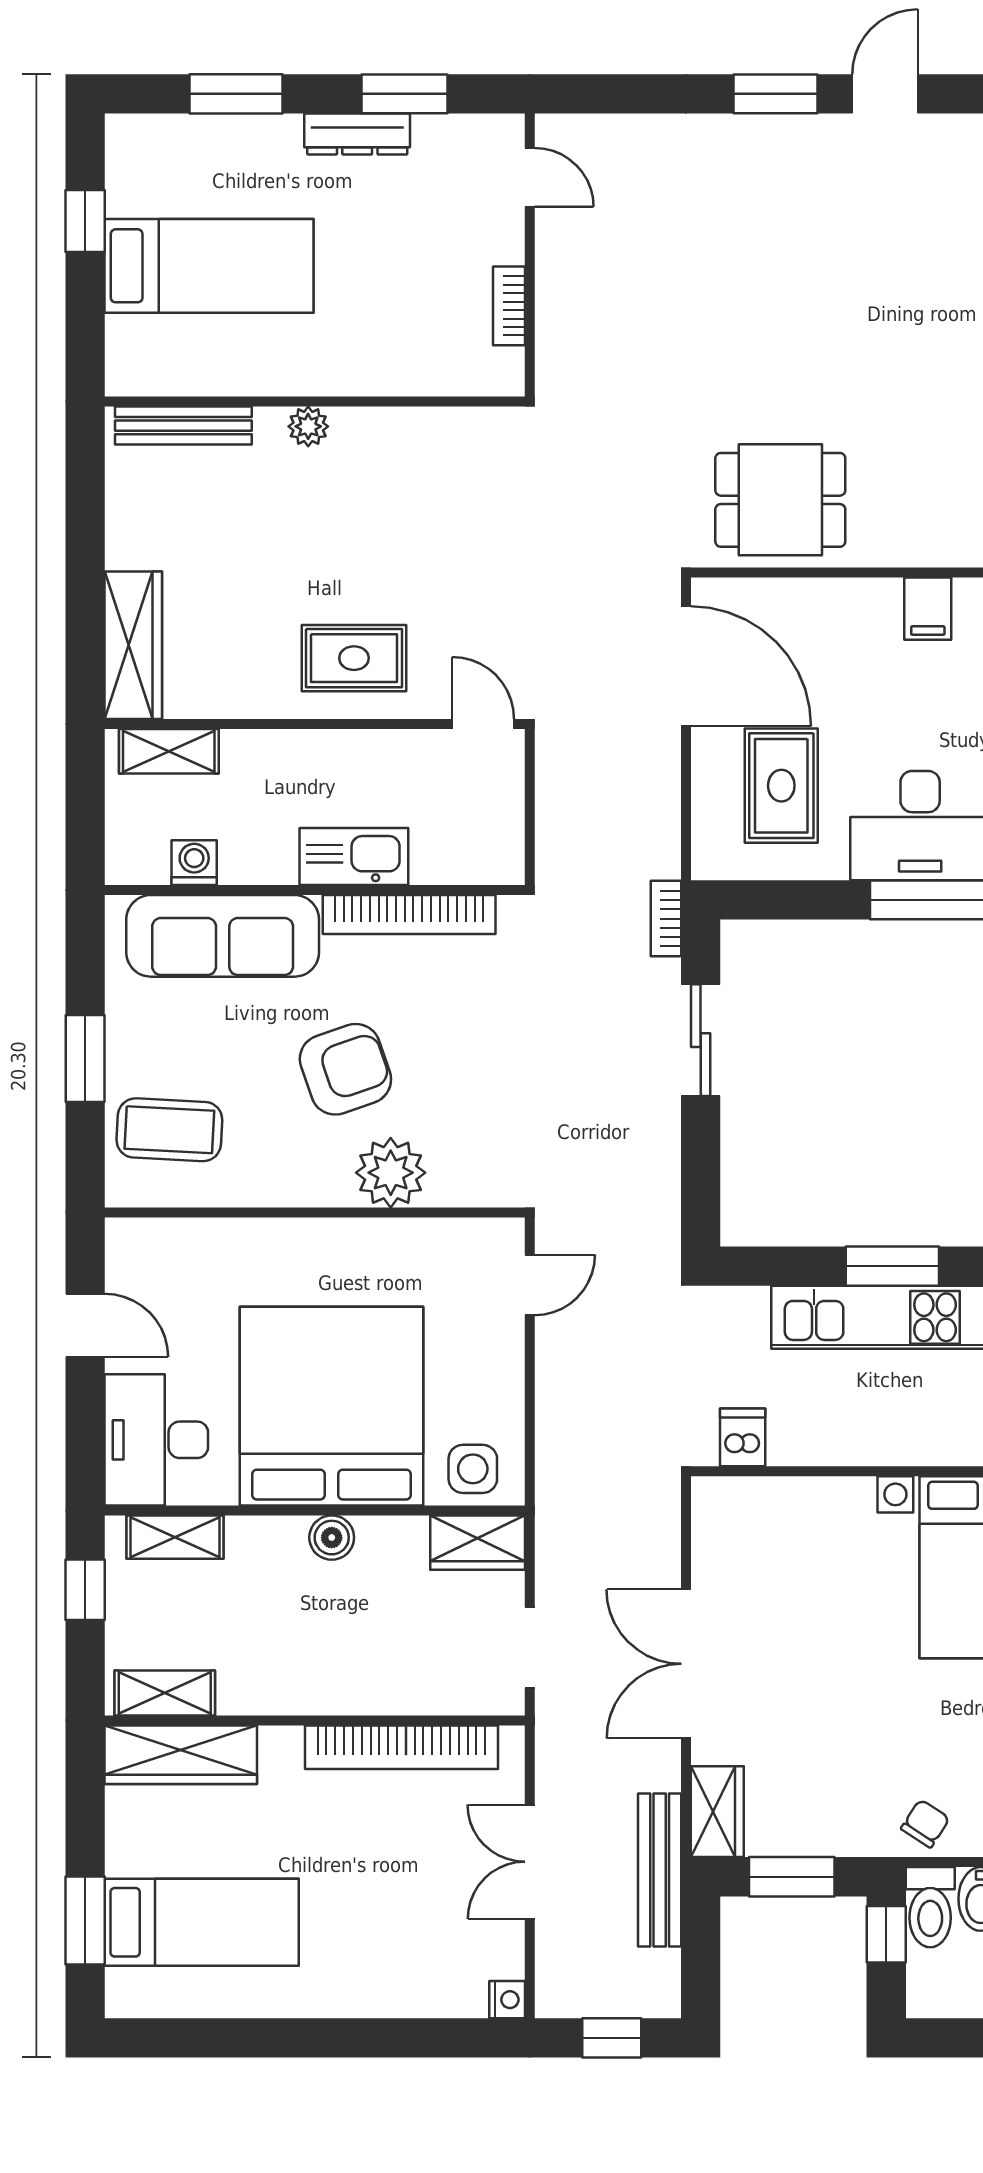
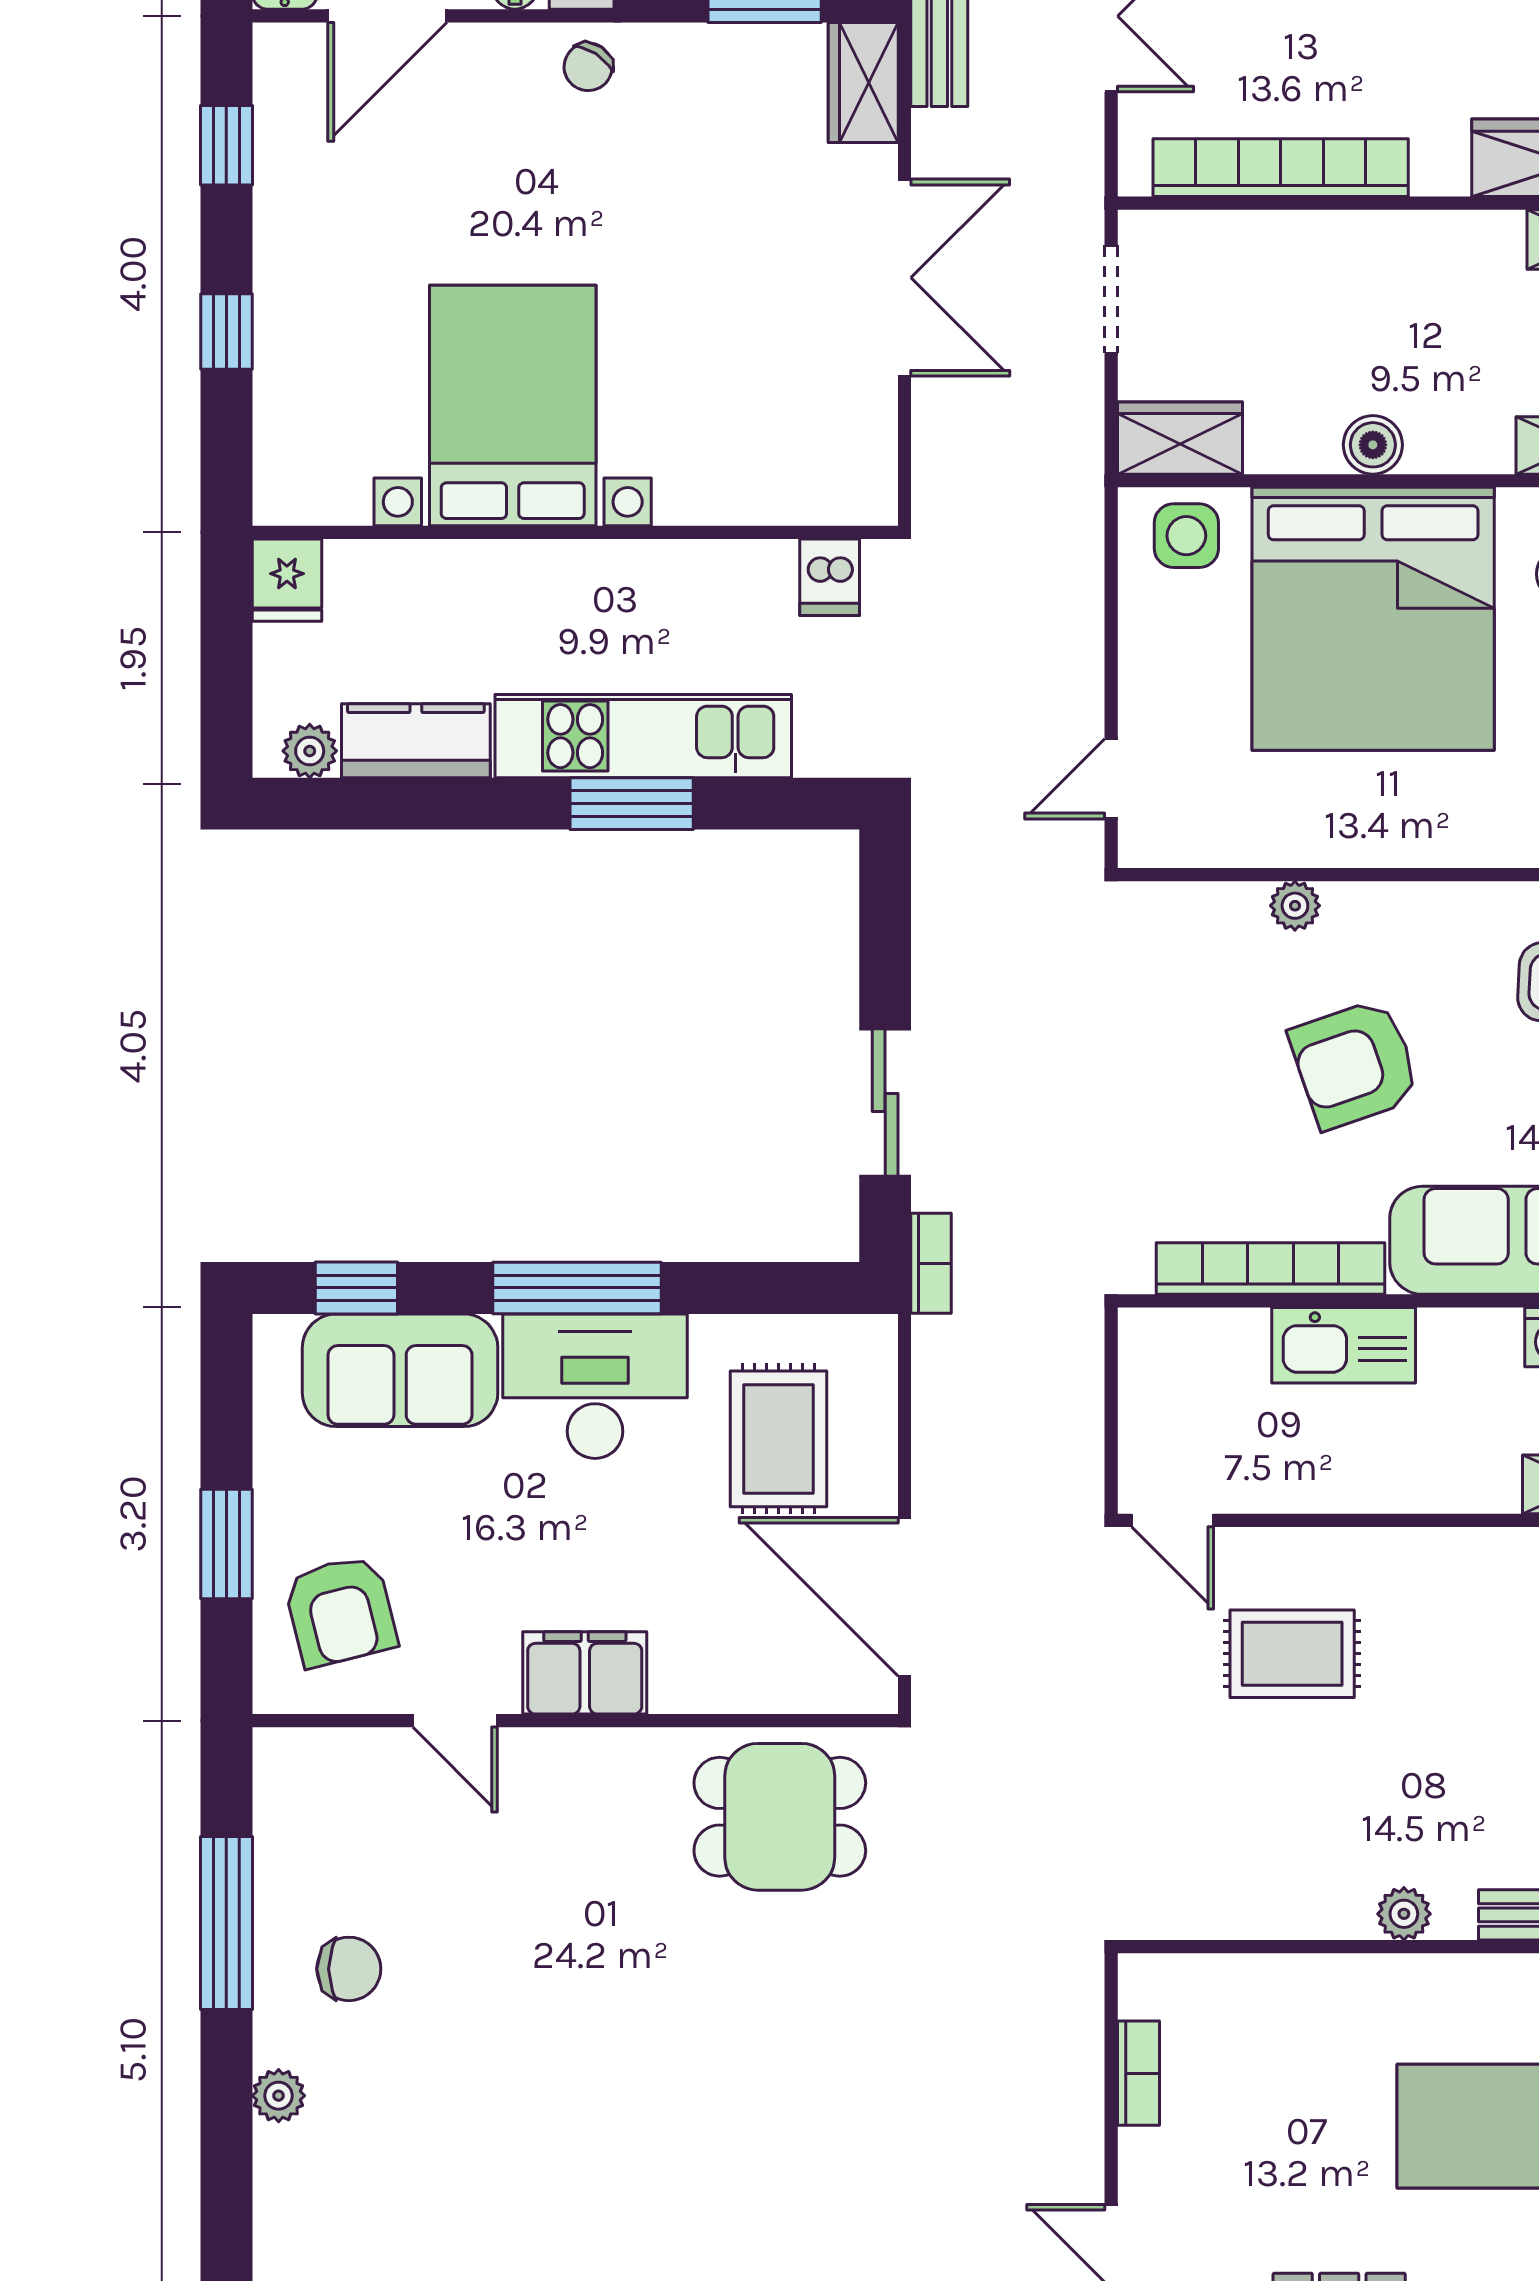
filing cabinet: (928, 609) -> (585, 1673), width x2.00
rug: (354, 658) -> (1292, 1654), moved
plant: (391, 1173) -> (1295, 906), width x0.53, depth x0.53

